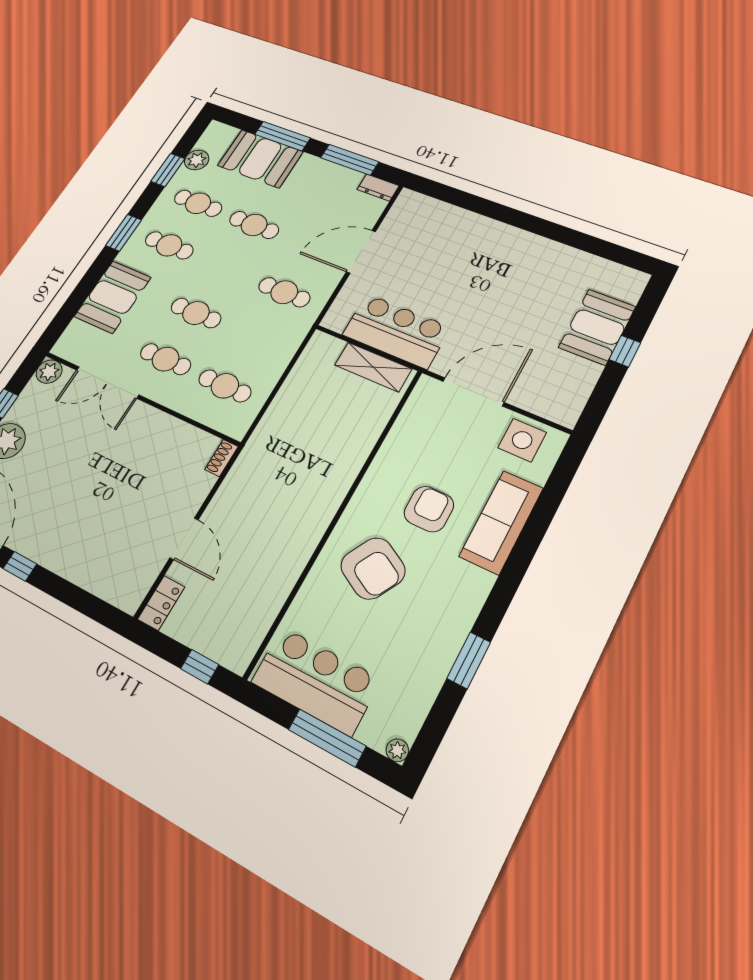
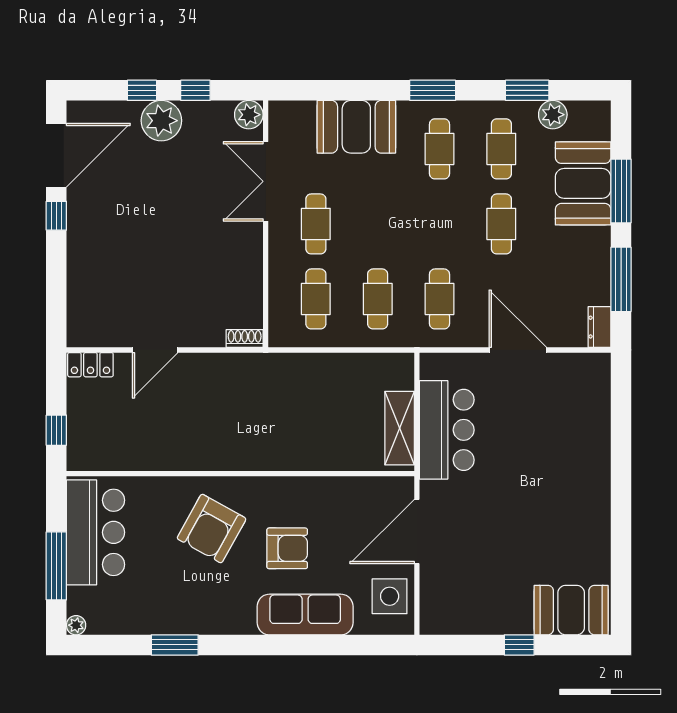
cafe table: (196, 313) -> (378, 299), moved
booth: (597, 327) -> (571, 610), moved
door: (473, 392) -> (417, 531), swing flipped

